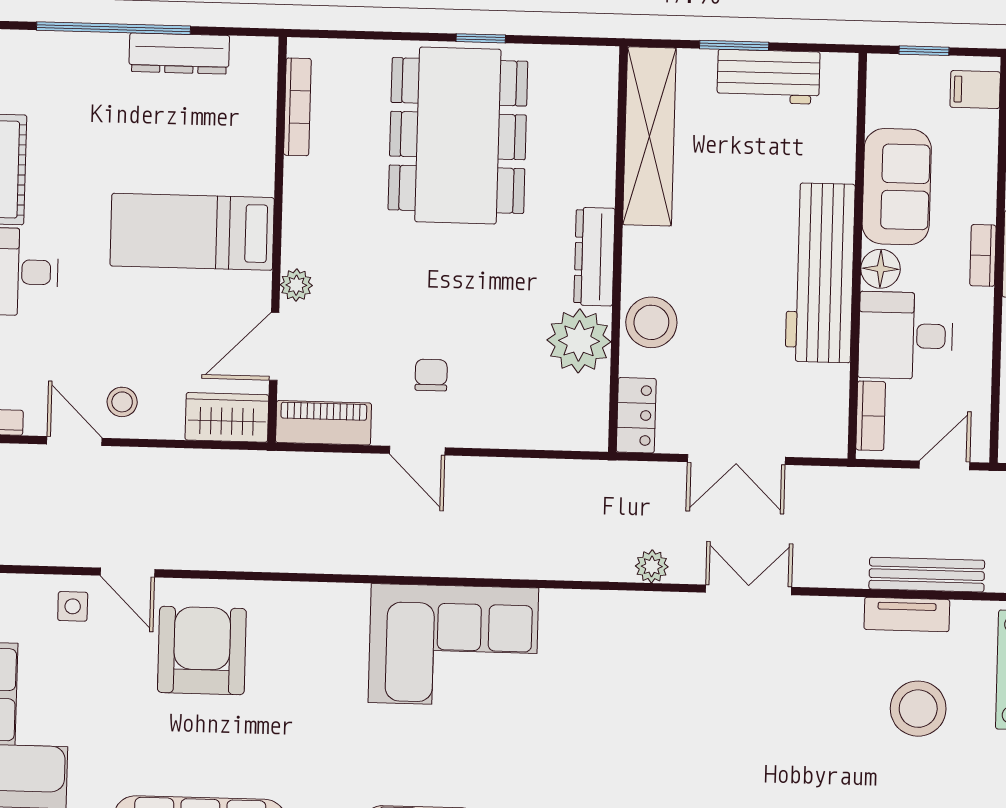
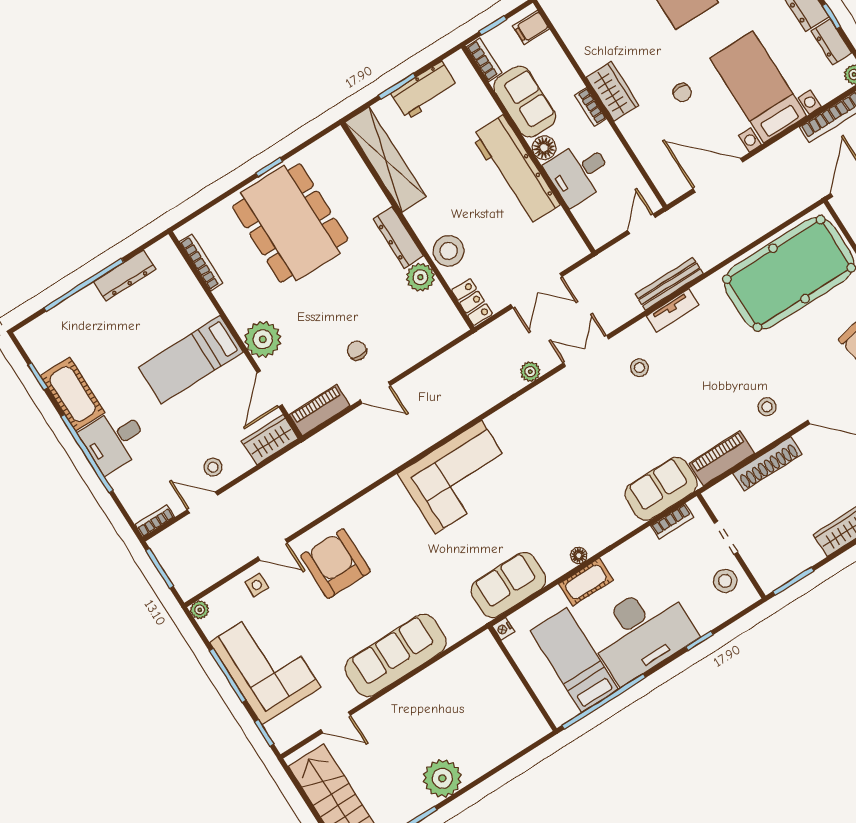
plant: (296, 285) -> (263, 339), width x1.88, depth x1.88
plant: (579, 341) -> (420, 277), width x0.73, depth x0.73
bookcase: (871, 416) -> (484, 60), moved
stool: (918, 709) -> (639, 368), moved, width x0.53, depth x0.53

